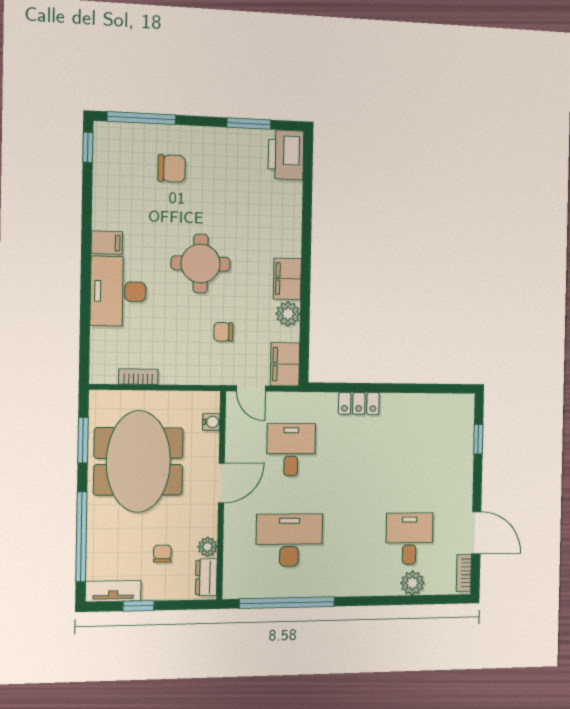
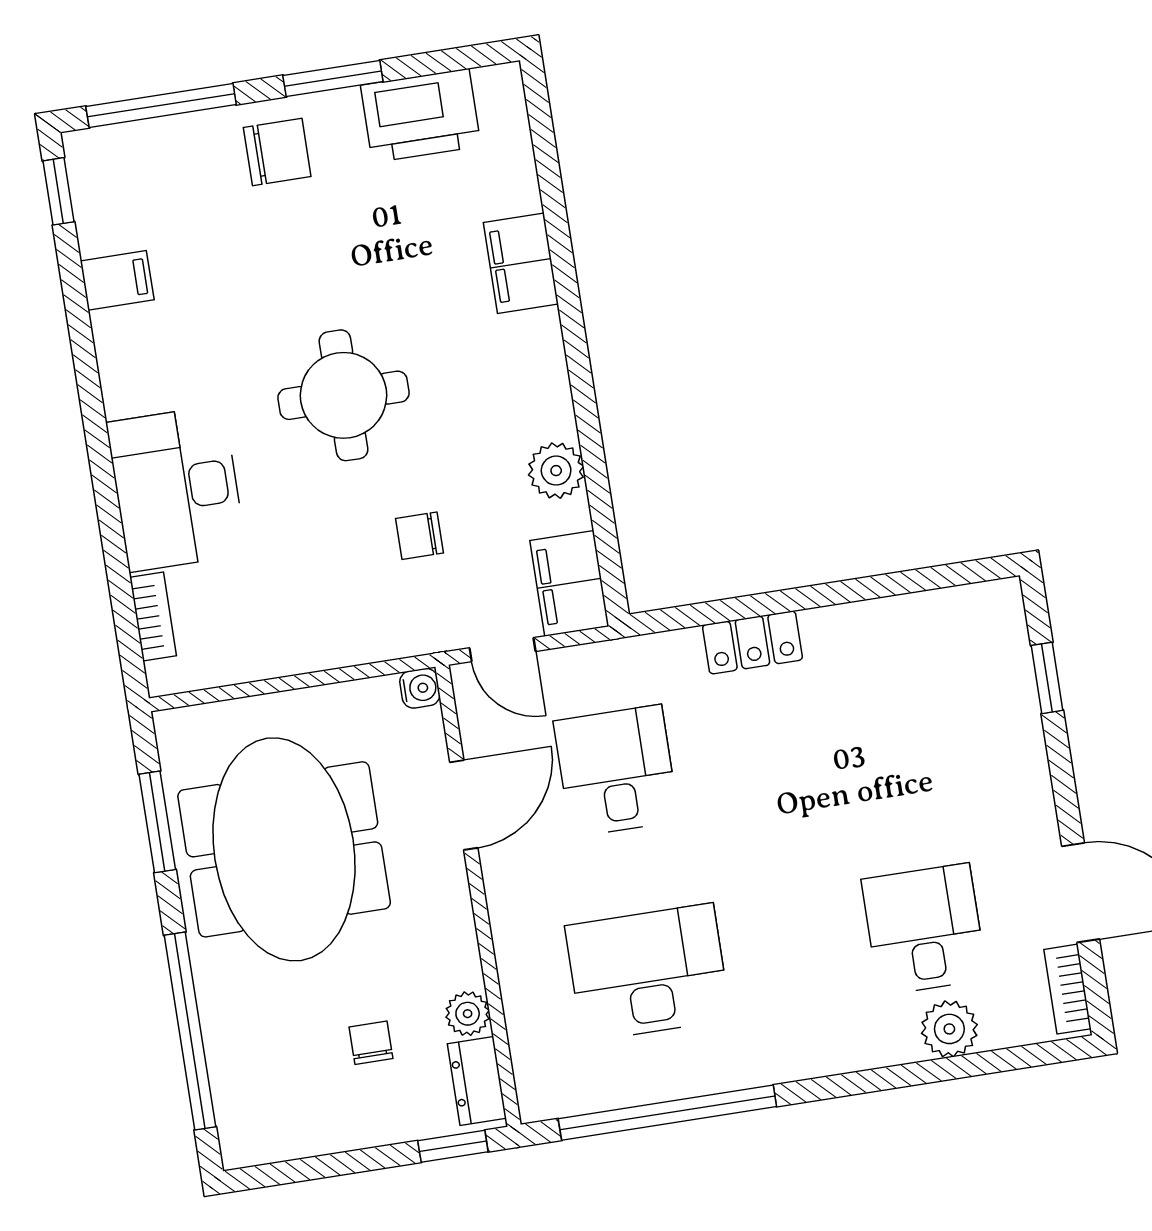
window: (249, 124) -> (333, 79), moved
printer: (286, 155) -> (421, 116), moved, turned -90
chair: (172, 169) -> (277, 152), moved
filing cabinet: (107, 243) -> (117, 280), moved
filing cabinet: (287, 279) -> (521, 263), moved
bookcase: (138, 377) -> (153, 616), moved, turned 90
water cooler: (211, 422) -> (420, 688), moved
door: (221, 483) -> (464, 805), moved
tv unit: (113, 591) -> (279, 1139), removed
window: (139, 606) -> (453, 1146), moved

